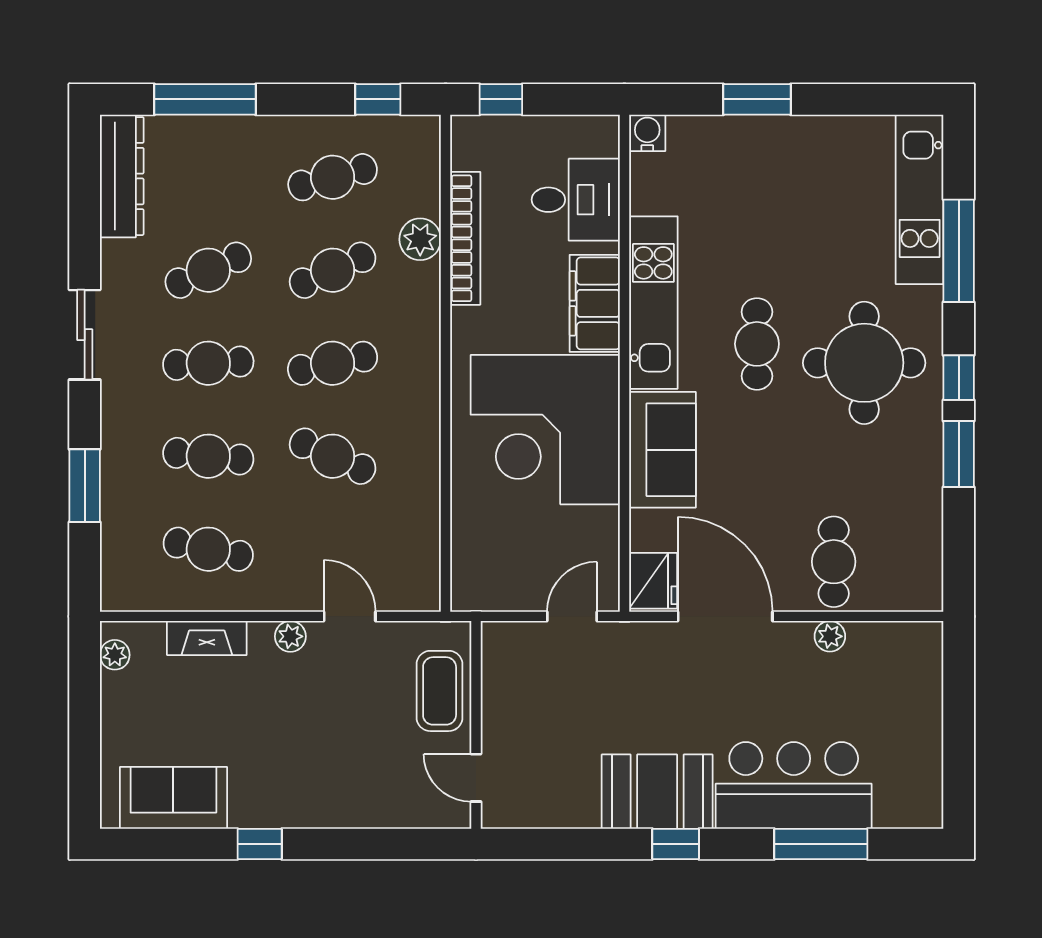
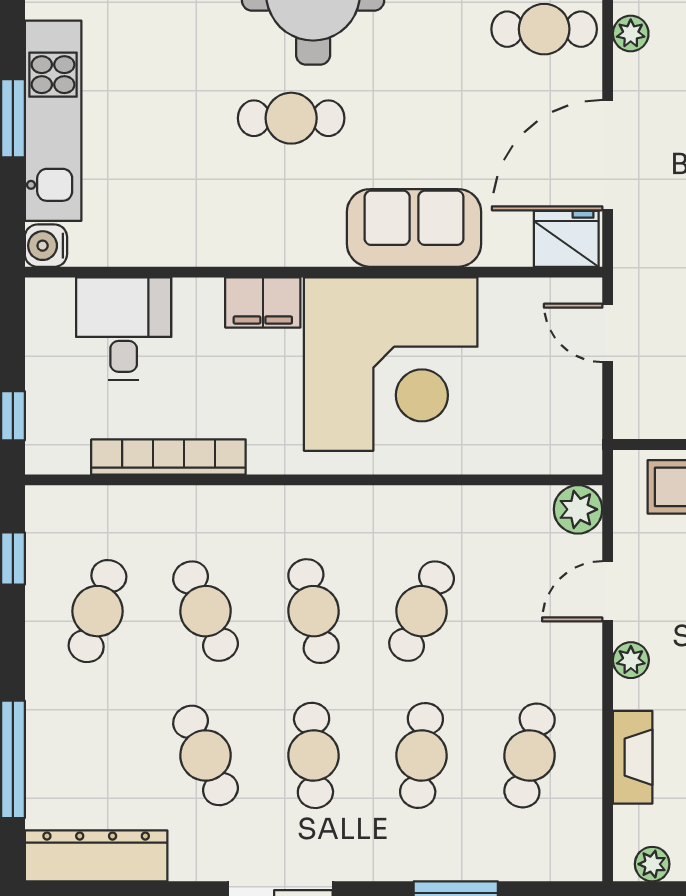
cafe table: (333, 177) -> (98, 611), turned 33
plant: (420, 239) -> (578, 509), moved
filing cabinet: (595, 303) -> (263, 302), width x0.67, depth x0.86
kitchen unit: (653, 303) -> (53, 121), moved, turned 90

